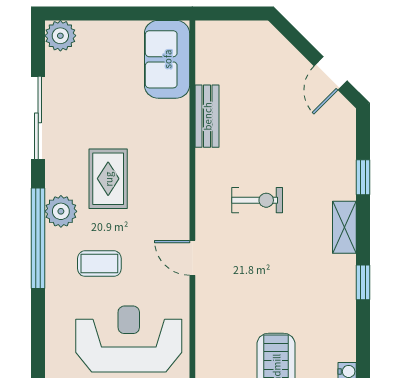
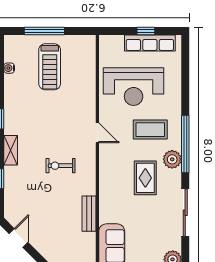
coffee table: (99, 264) -> (150, 130), width x1.36, depth x1.30

